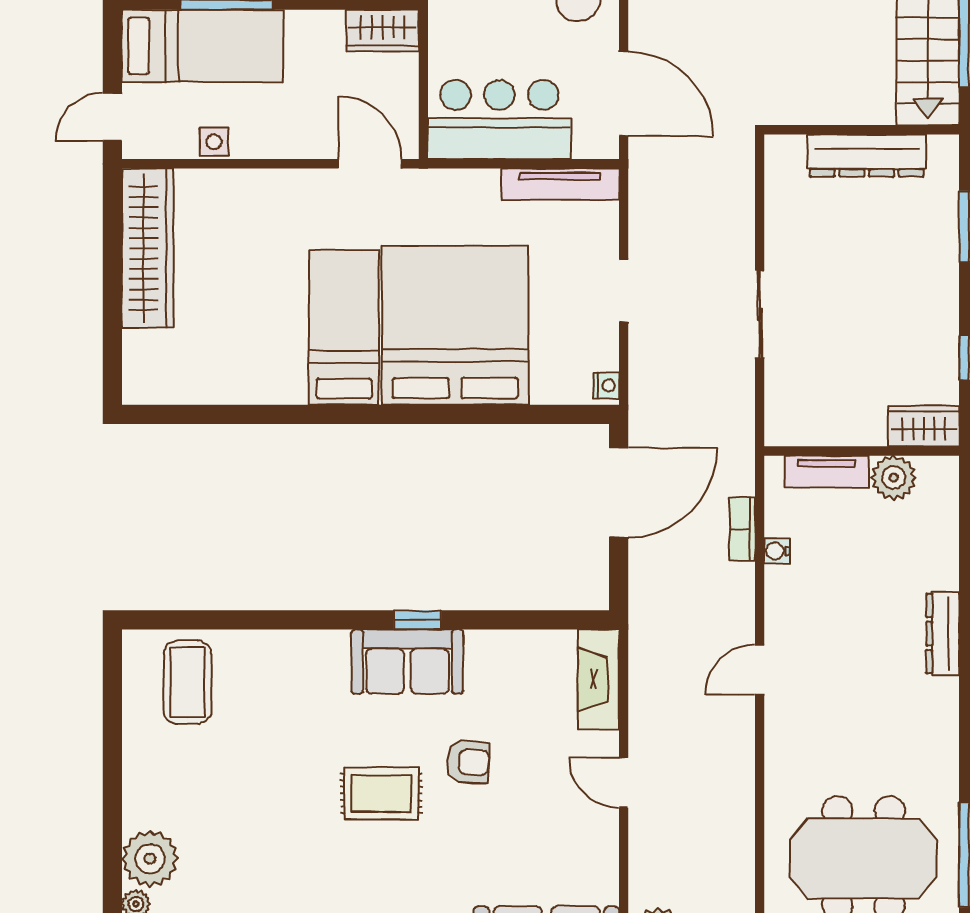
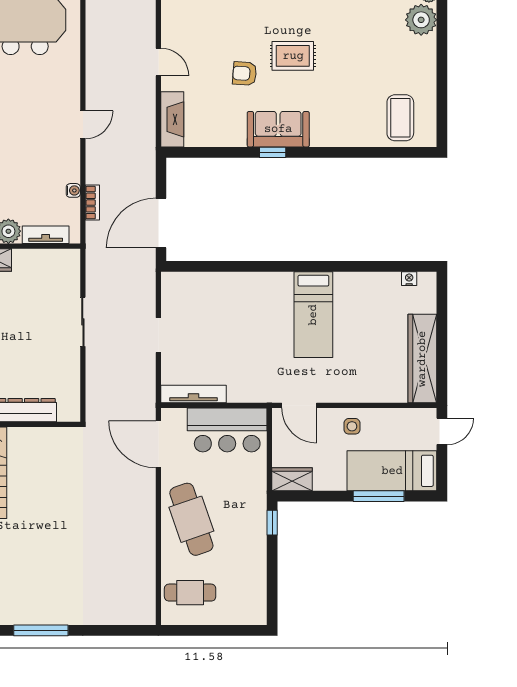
side table: (214, 142) -> (352, 426), moved
bed: (455, 325) -> (252, 316), removed
nightstand: (606, 385) -> (409, 279), moved, turned 90

